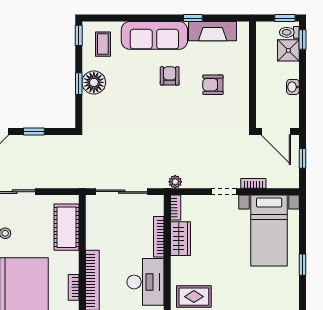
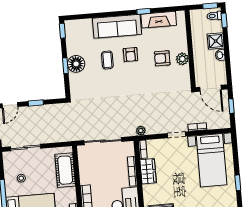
coffee table: (103, 44) -> (107, 60), moved
shower: (288, 50) -> (216, 41), moved
armchair: (170, 76) -> (130, 55), turned 180
plant: (241, 88) -> (182, 59), added

